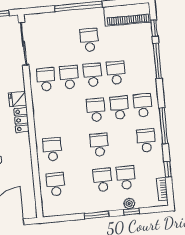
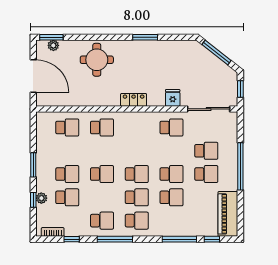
school desk: (69, 77) -> (206, 151), moved
fridge: (18, 99) -> (173, 98), moved

